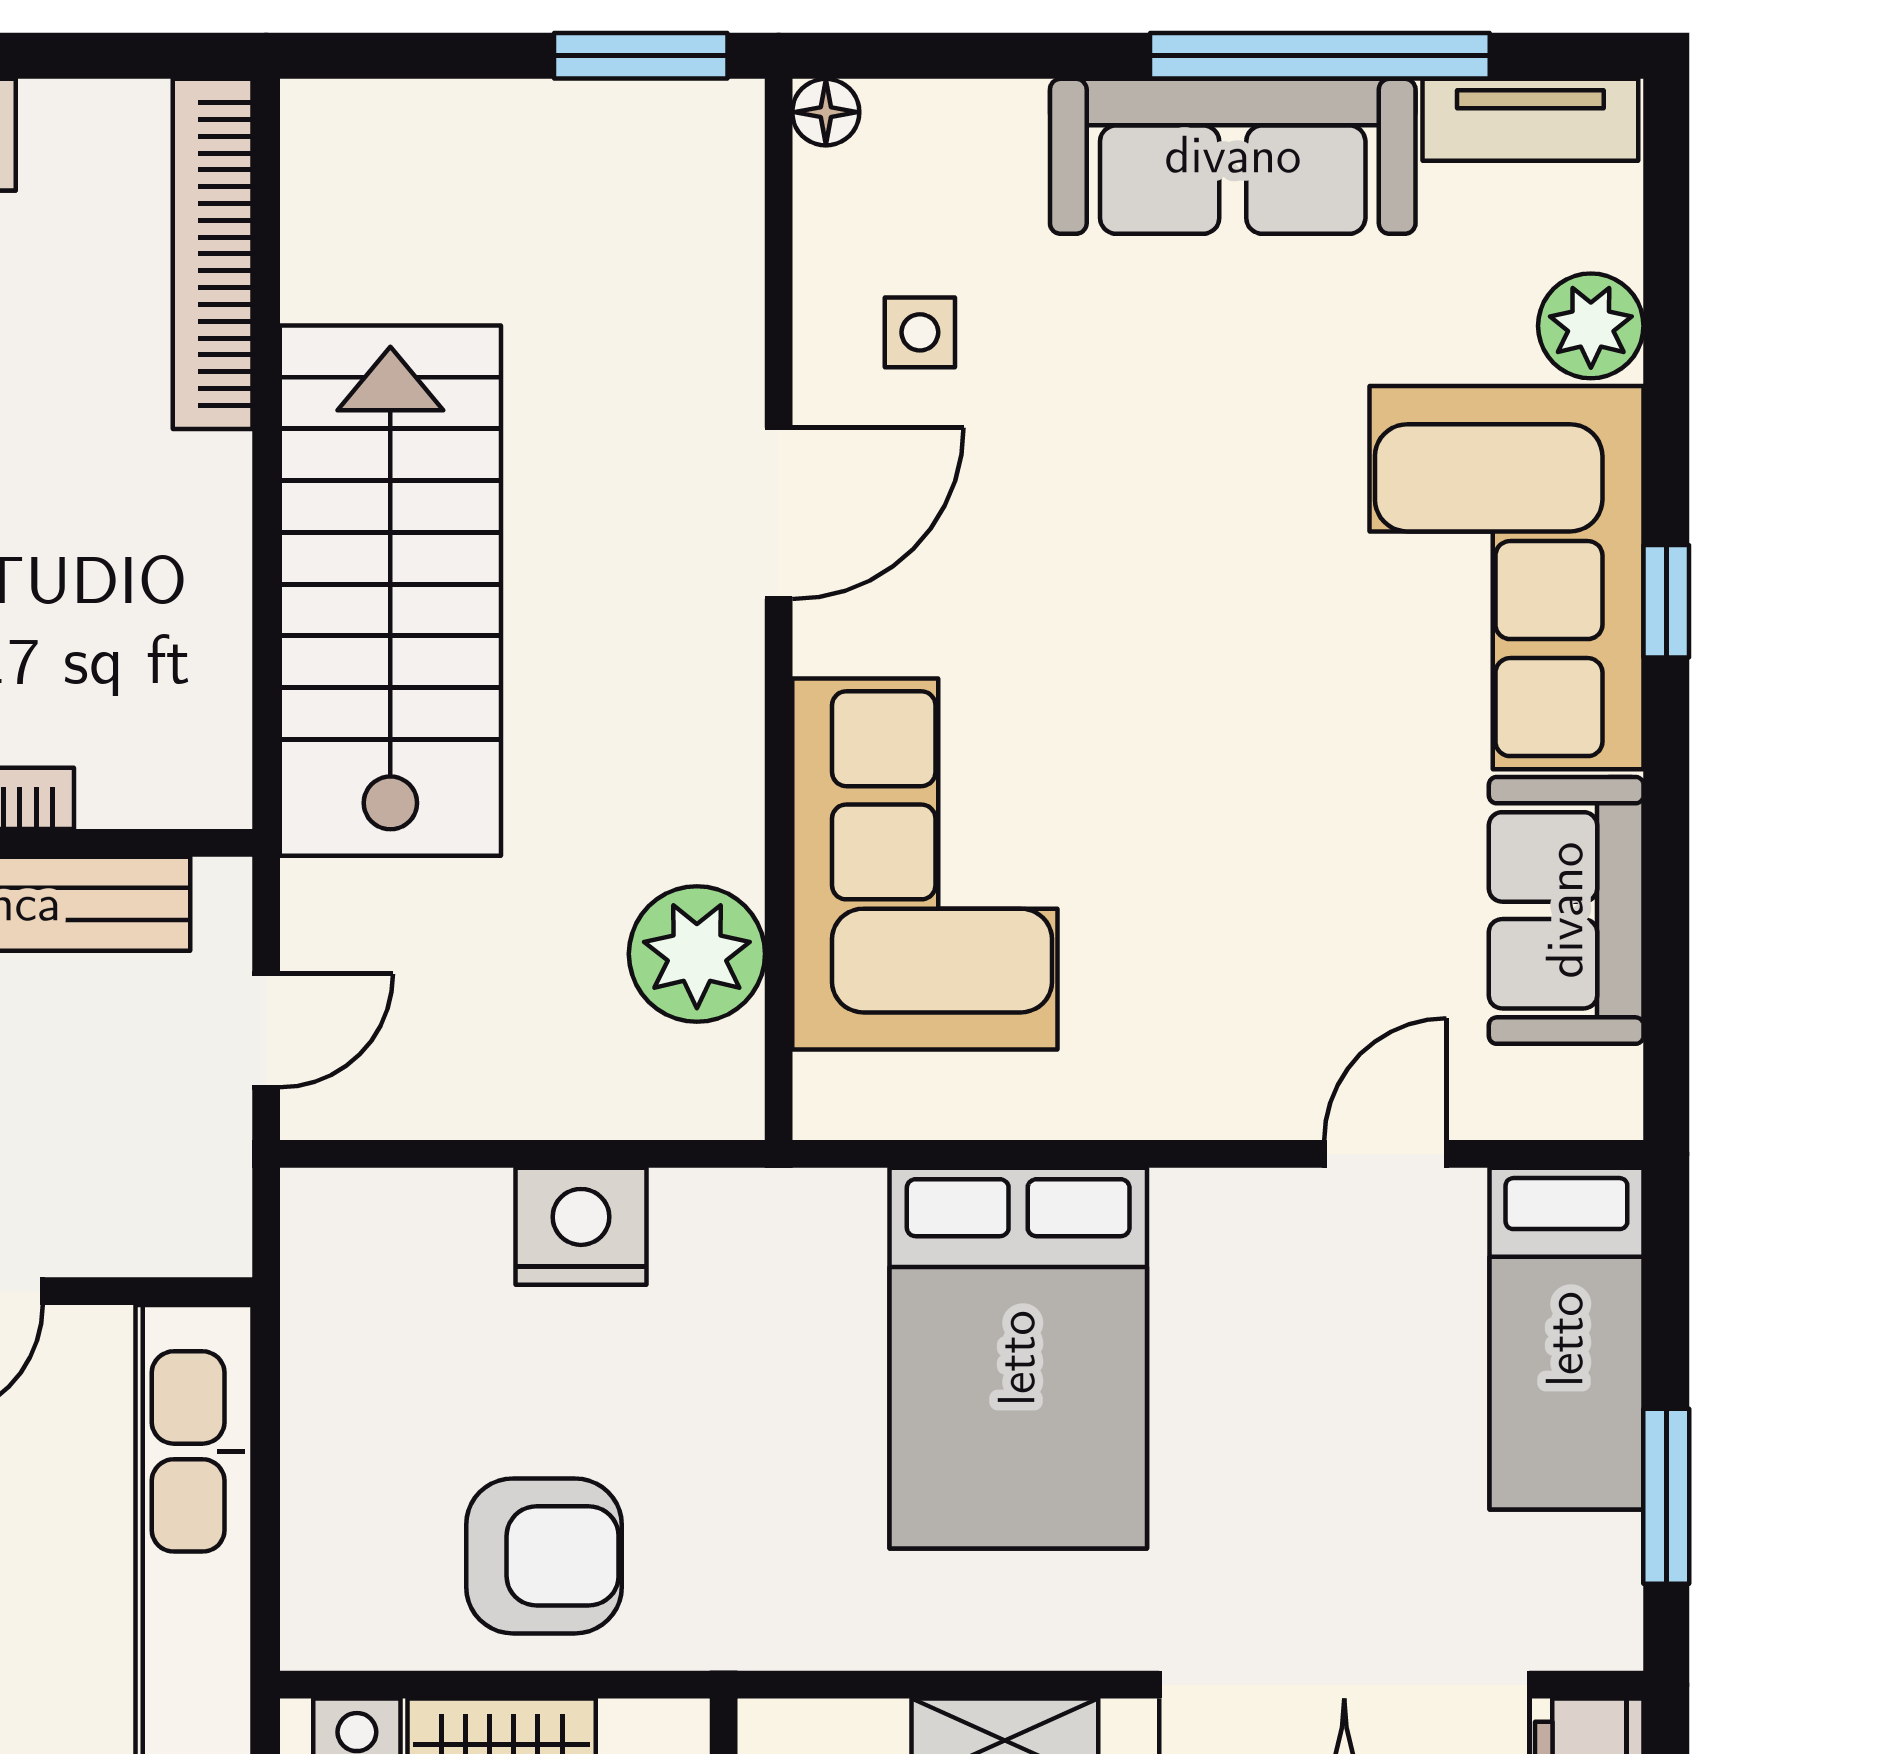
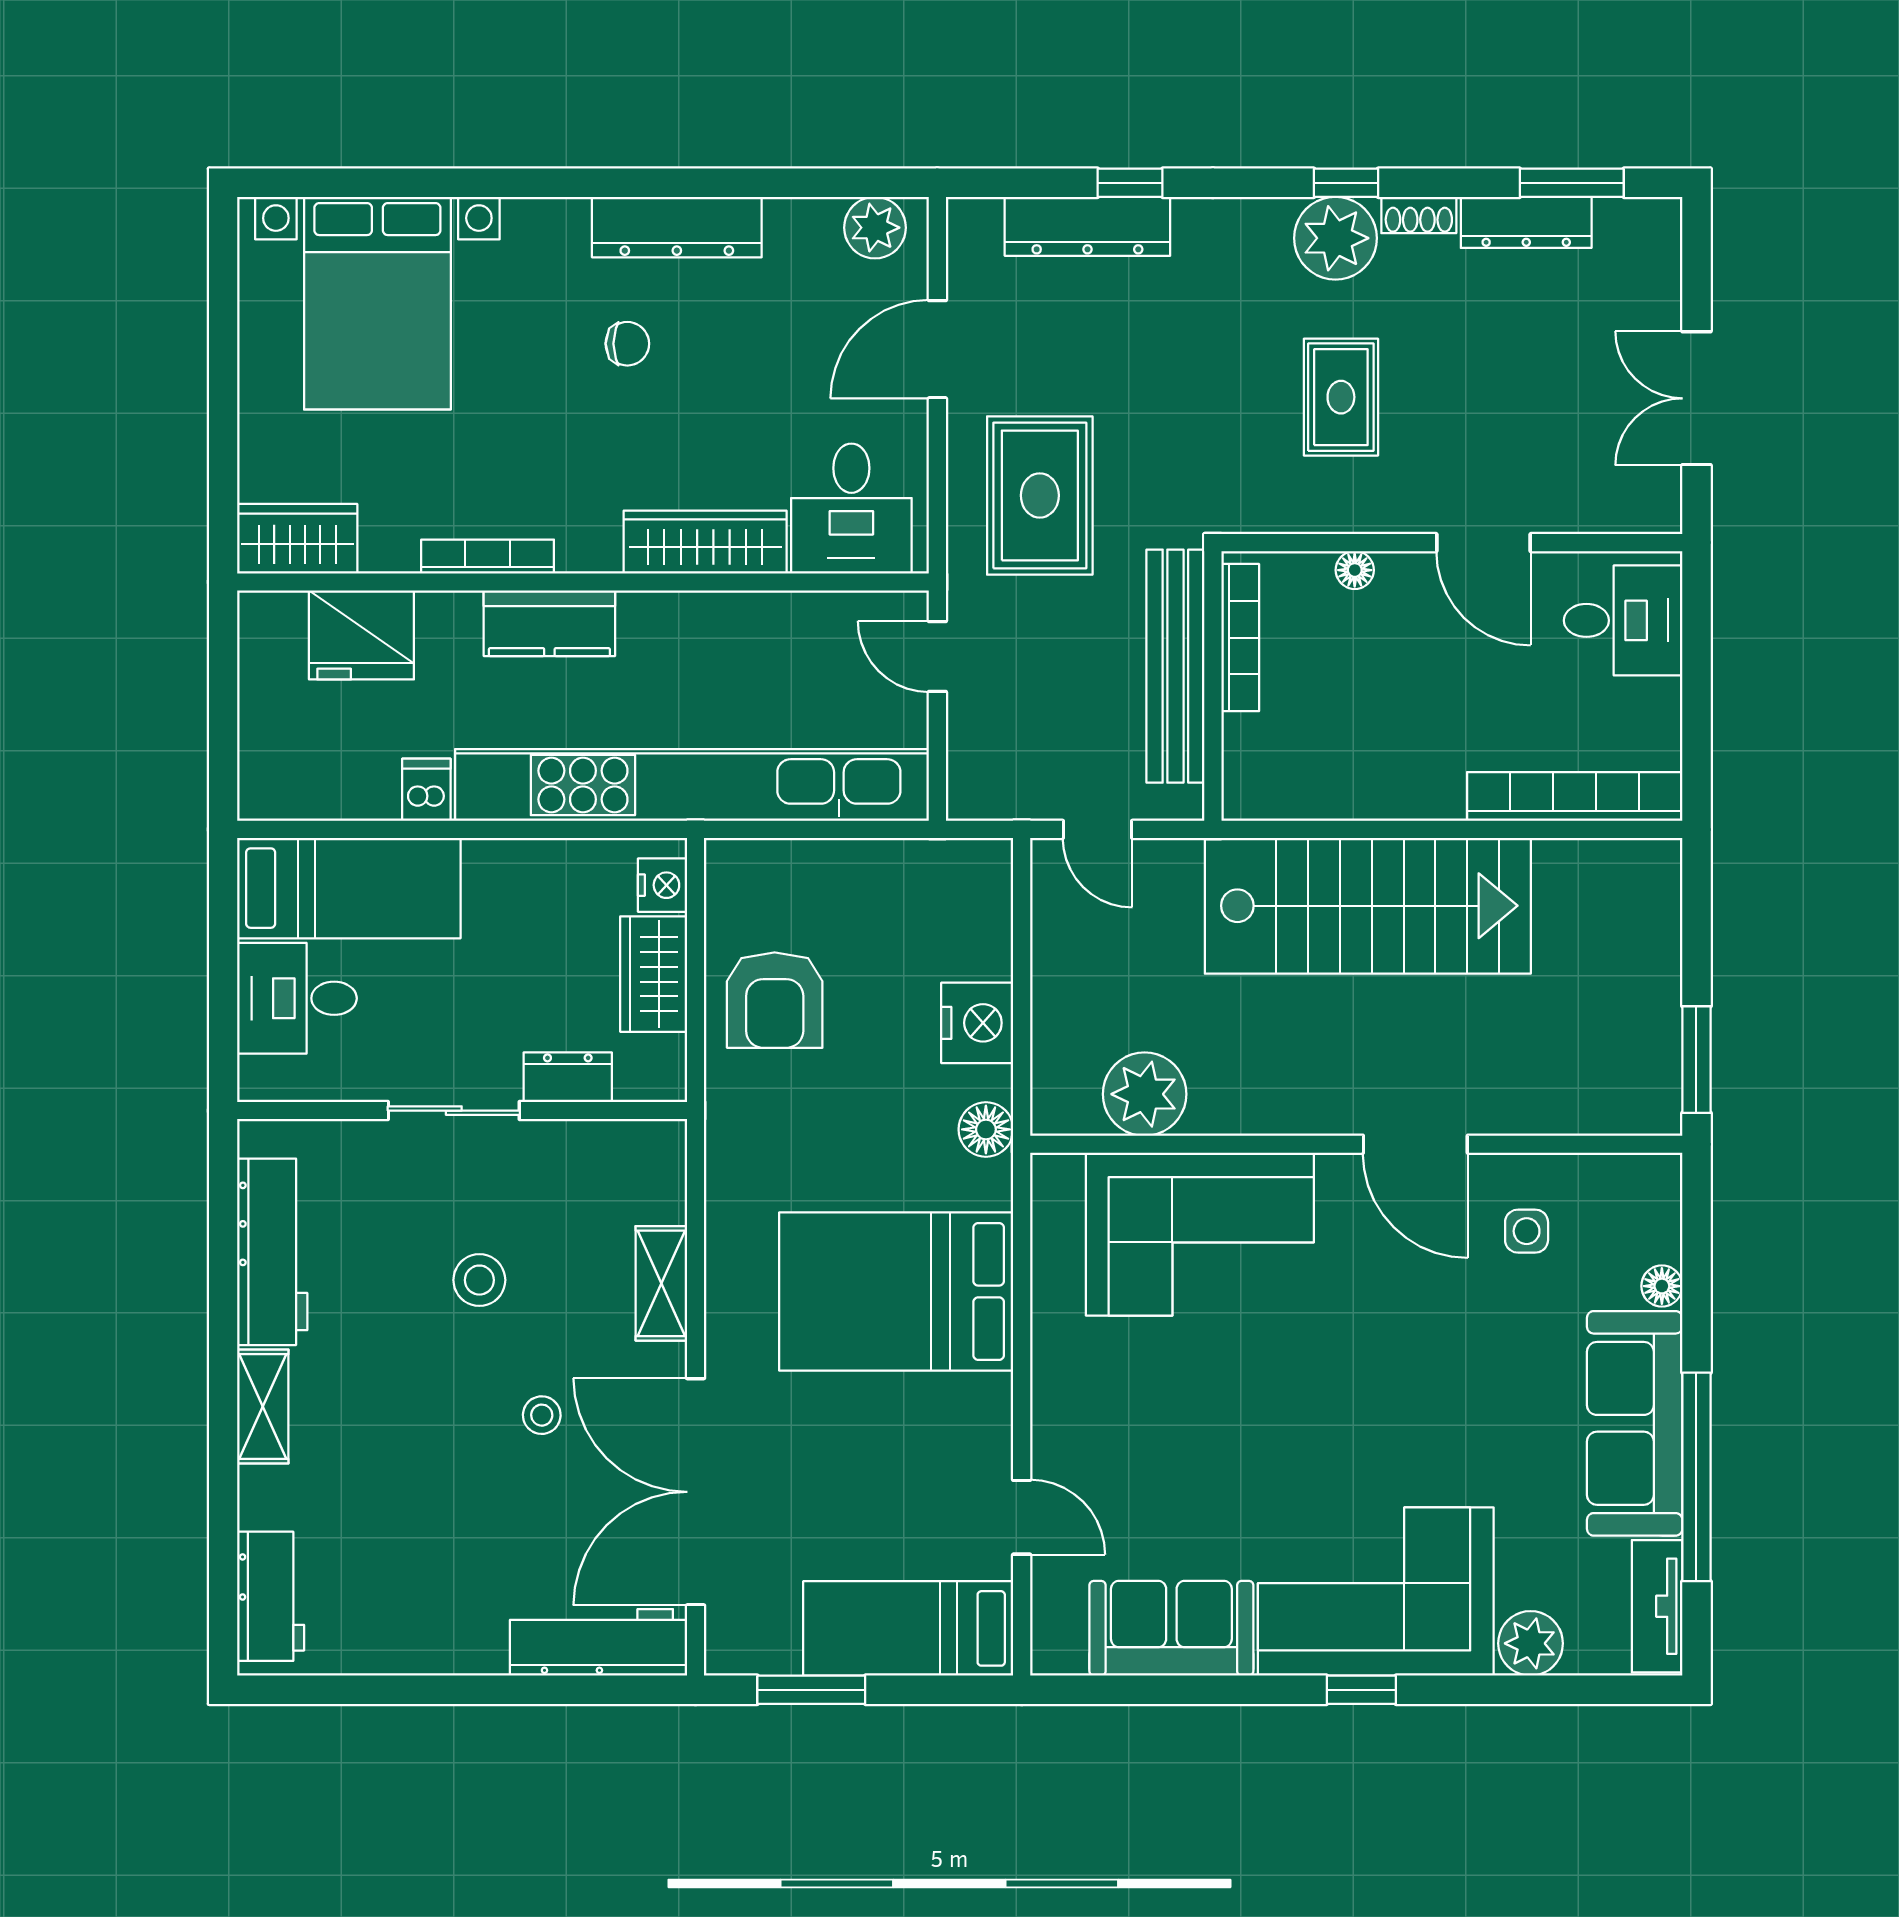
floor lamp: (826, 112) -> (1662, 1286), moved
floor lamp: (755, 1212) -> (986, 1129), added

